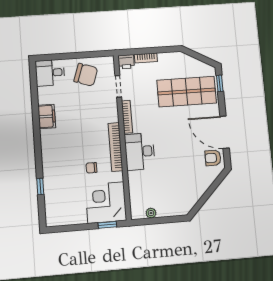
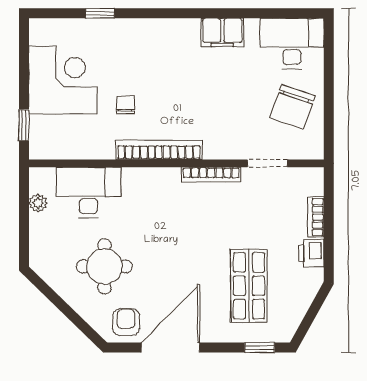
printer: (126, 62) -> (311, 253), moved
desk: (50, 73) -> (292, 43), width x1.37
shop shelf: (187, 92) -> (249, 286), width x0.70, depth x0.74
desk: (140, 152) -> (88, 192), moved
round table: (183, 172) -> (104, 266), added
corner desk: (106, 202) -> (63, 80), moved

